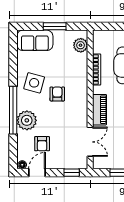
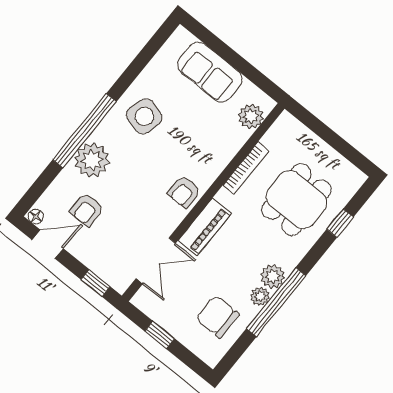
window: (55, 26) -> (236, 61), removed
sofa: (35, 40) -> (210, 72), moved
armchair: (57, 94) -> (184, 192), moved, turned 180

